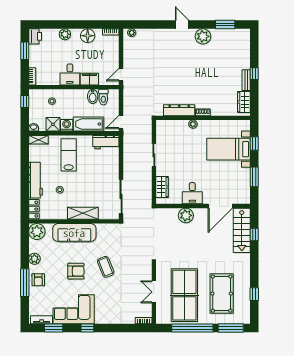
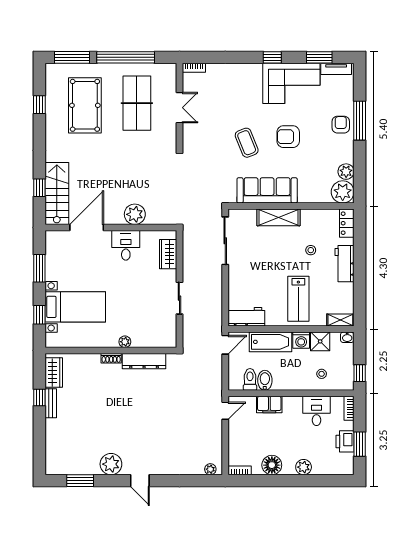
printer: (35, 36) -> (345, 441), moved
desk: (70, 74) -> (316, 411), moved
window: (254, 74) -> (39, 398), moved
workbench: (36, 180) -> (345, 264), width x0.73
sofa: (74, 233) -> (267, 190), moved
plant: (34, 259) -> (346, 172), moved
table tennis table: (184, 295) -> (137, 103), width x0.73, depth x0.76

